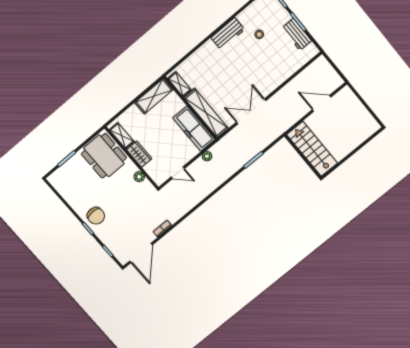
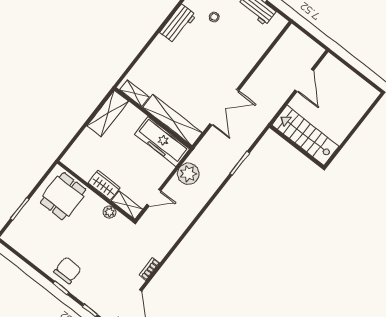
door: (322, 103) -> (304, 80), swing flipped
double door: (251, 111) -> (224, 107), swing flipped
shelving: (122, 136) -> (127, 205), moved
dining table: (104, 156) -> (63, 196), width x0.73
plant: (207, 156) -> (188, 174), width x1.88, depth x1.88
chair: (96, 216) -> (68, 270), turned -90

